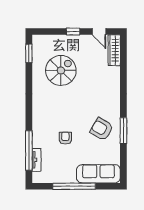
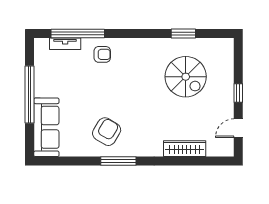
wardrobe: (114, 50) -> (185, 149), moved
window: (29, 53) -> (183, 34), moved
window: (123, 131) -> (118, 161), moved
armchair: (65, 138) -> (102, 54), moved

